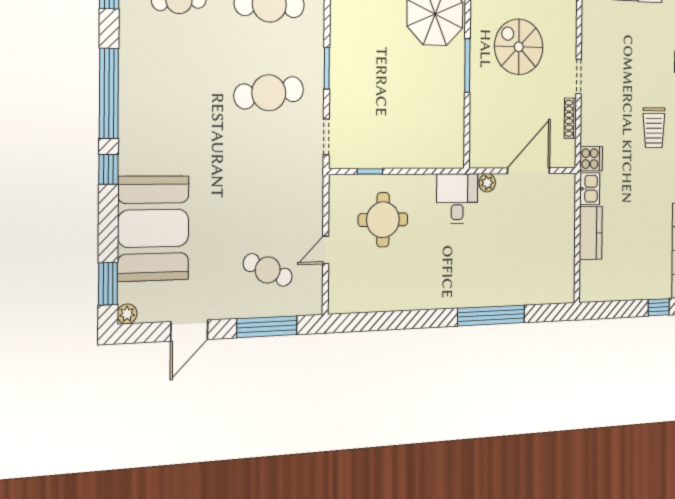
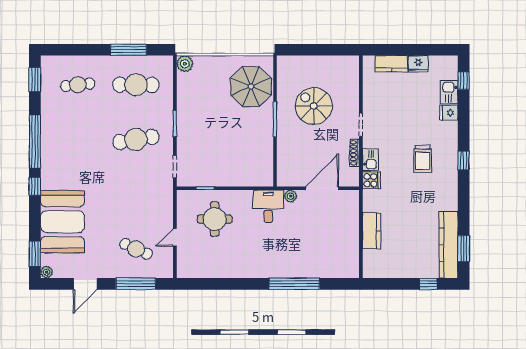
kitchen sink: (590, 189) -> (370, 160), moved

